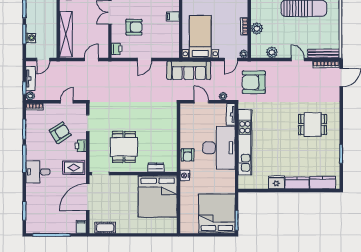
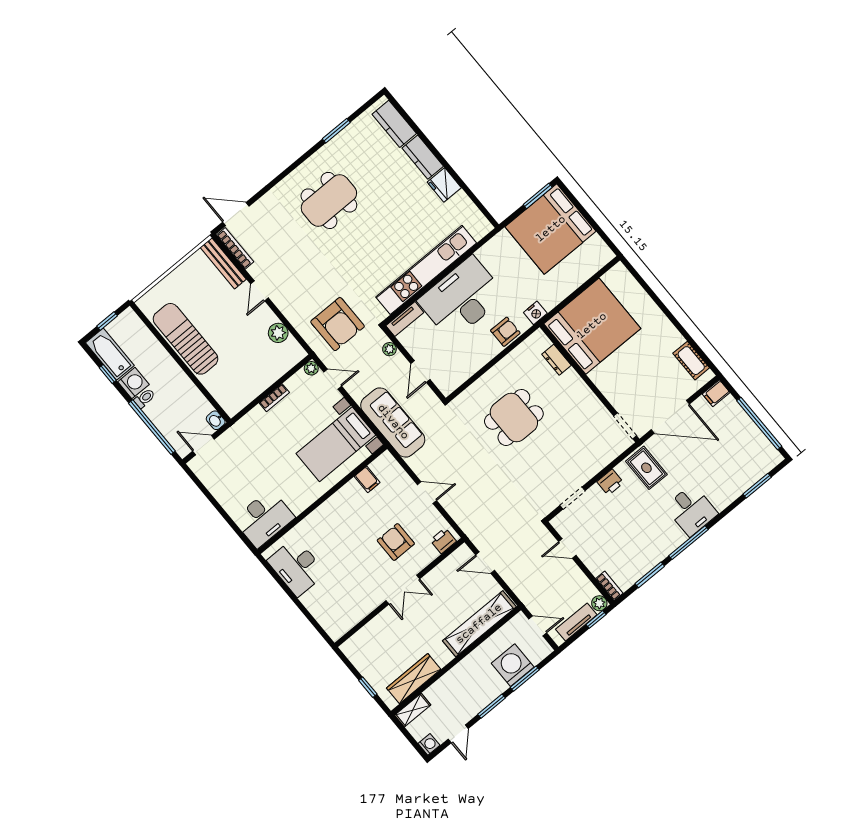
filing cabinet: (173, 16) -> (367, 479), moved
plant: (257, 29) -> (263, 379), removed
washing machine: (31, 38) -> (513, 665), width x1.89, depth x1.89
dining table: (313, 125) -> (329, 200), width x1.38
armchair: (60, 133) -> (615, 524), removed
dining table: (124, 147) -> (514, 417), moved

